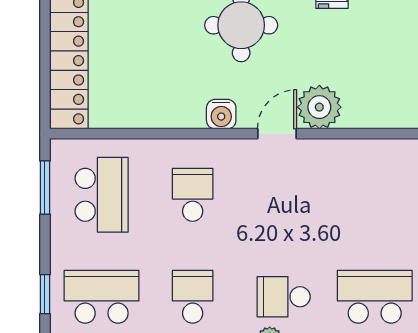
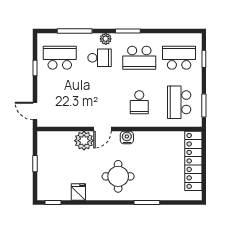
school desk: (102, 297) -> (179, 58), turned 180
school desk: (193, 297) -> (139, 58), width x1.85
school desk: (375, 297) -> (60, 58), turned 180

